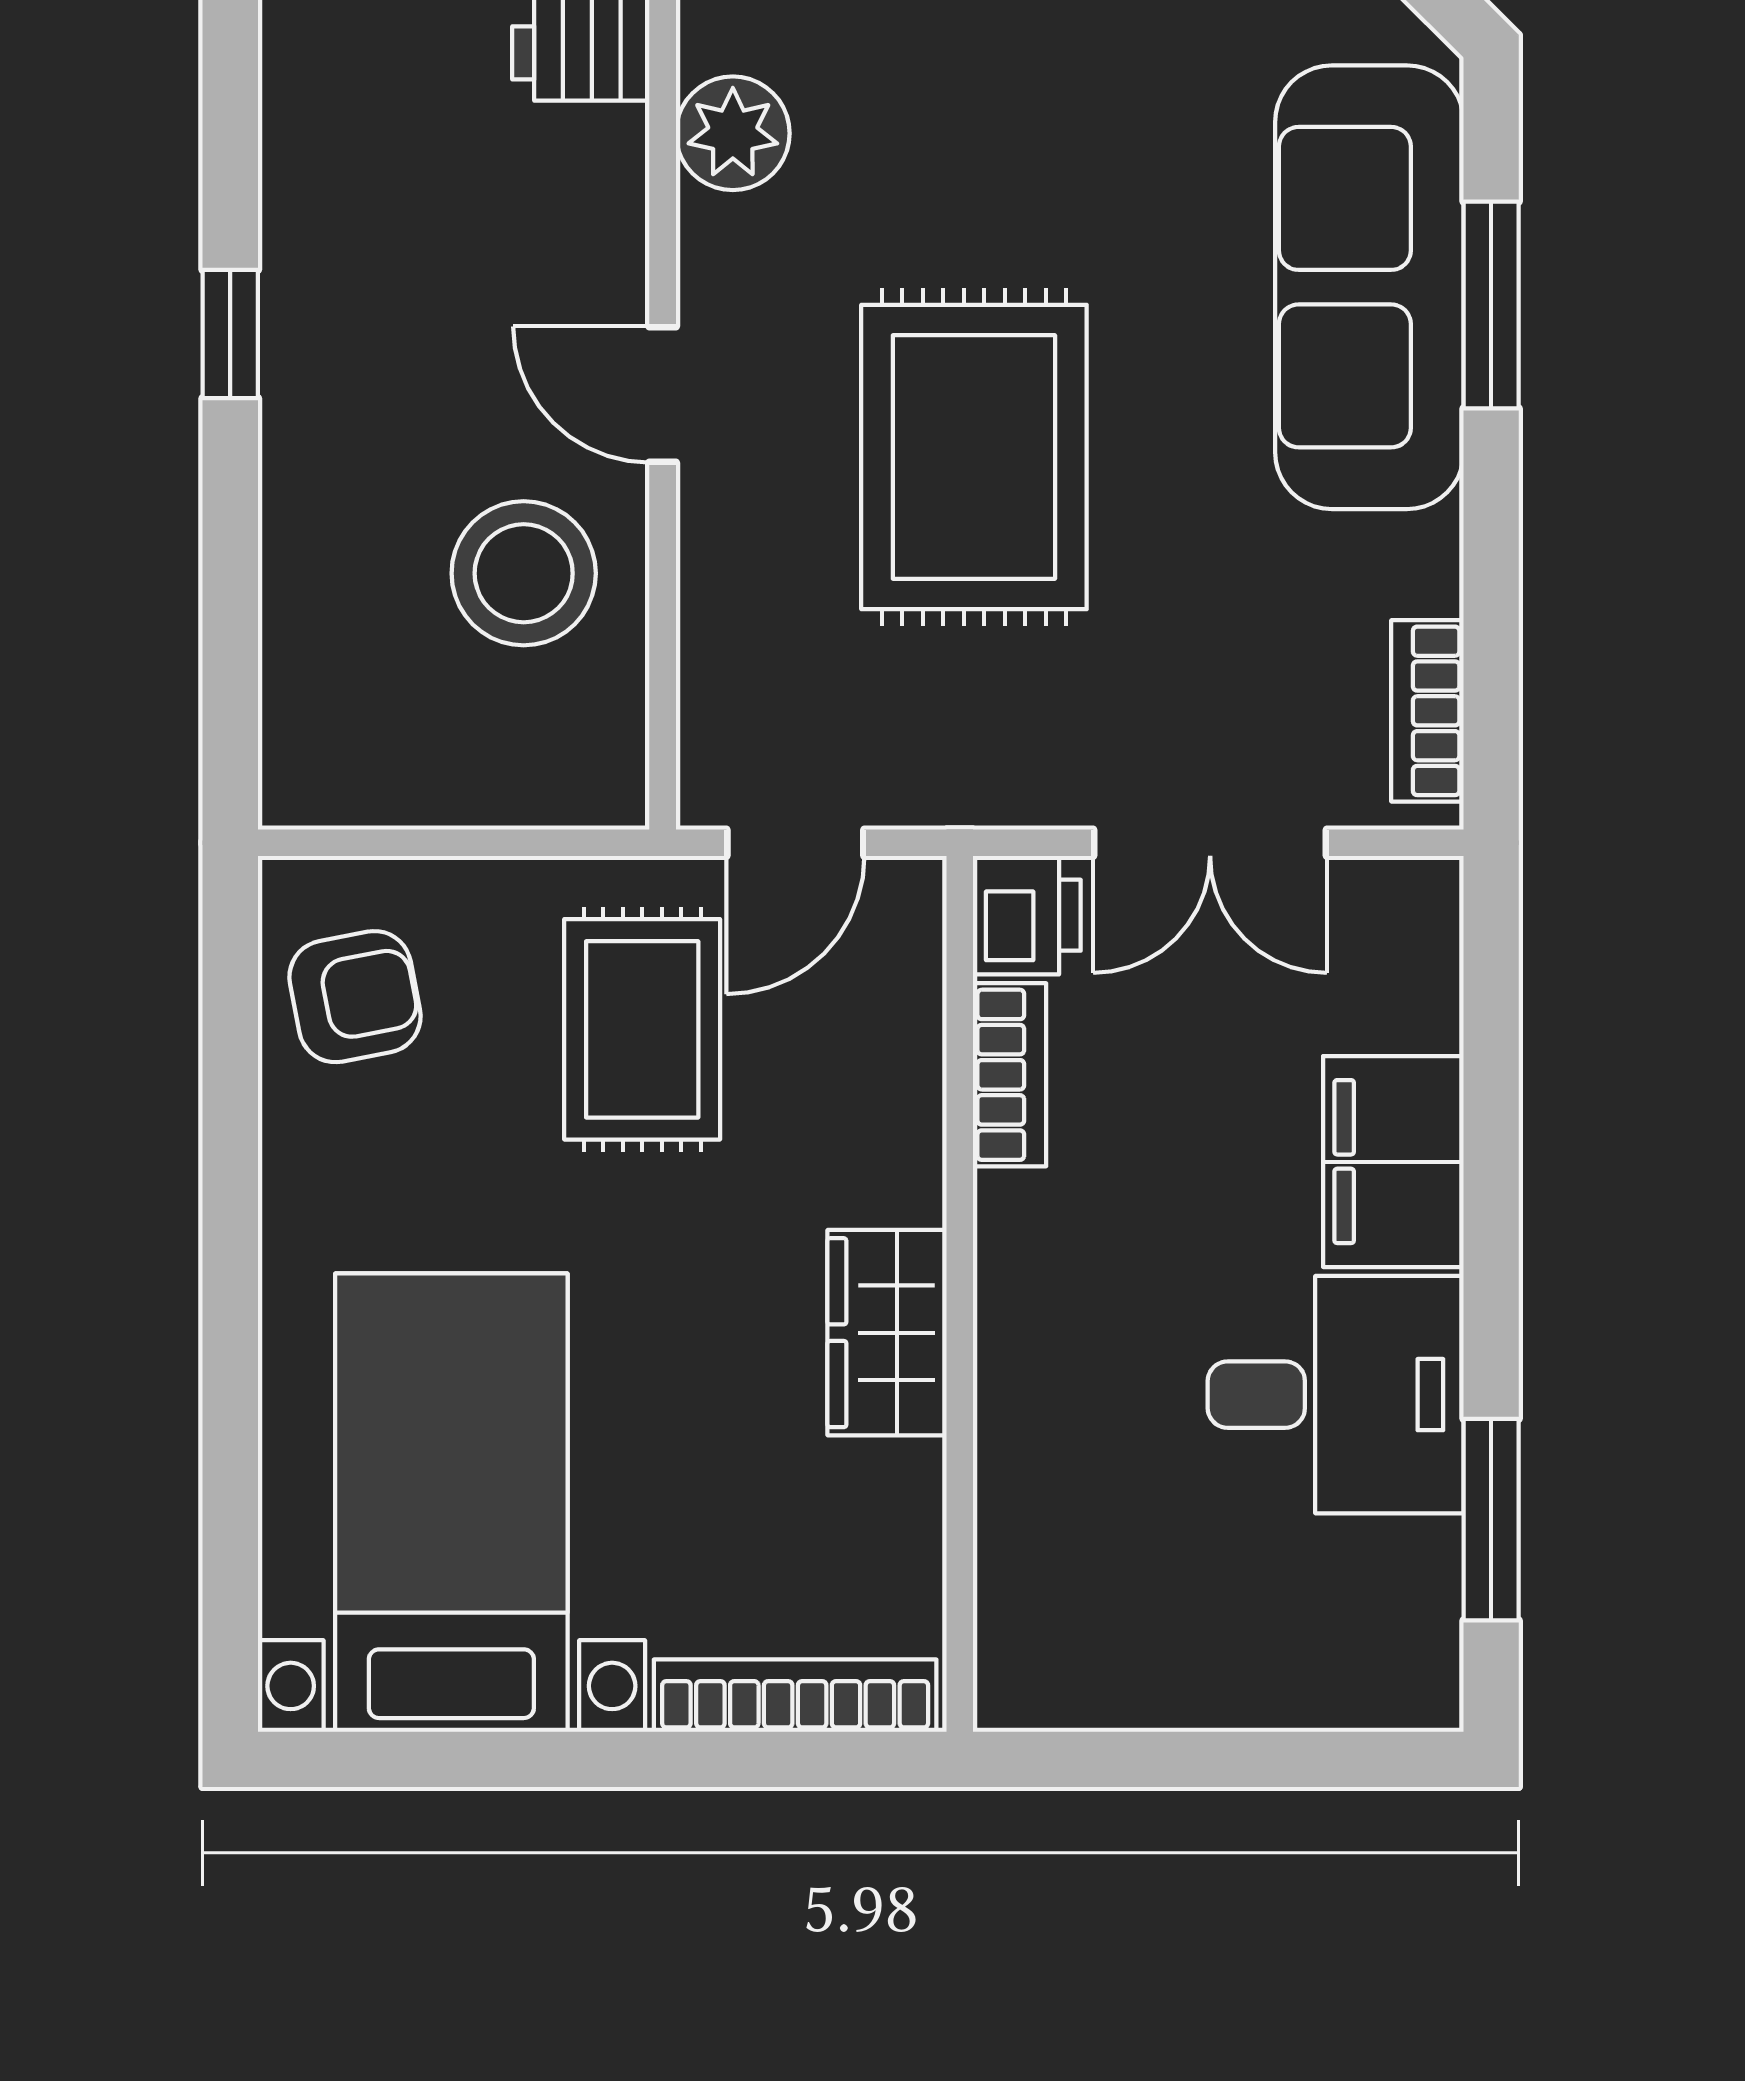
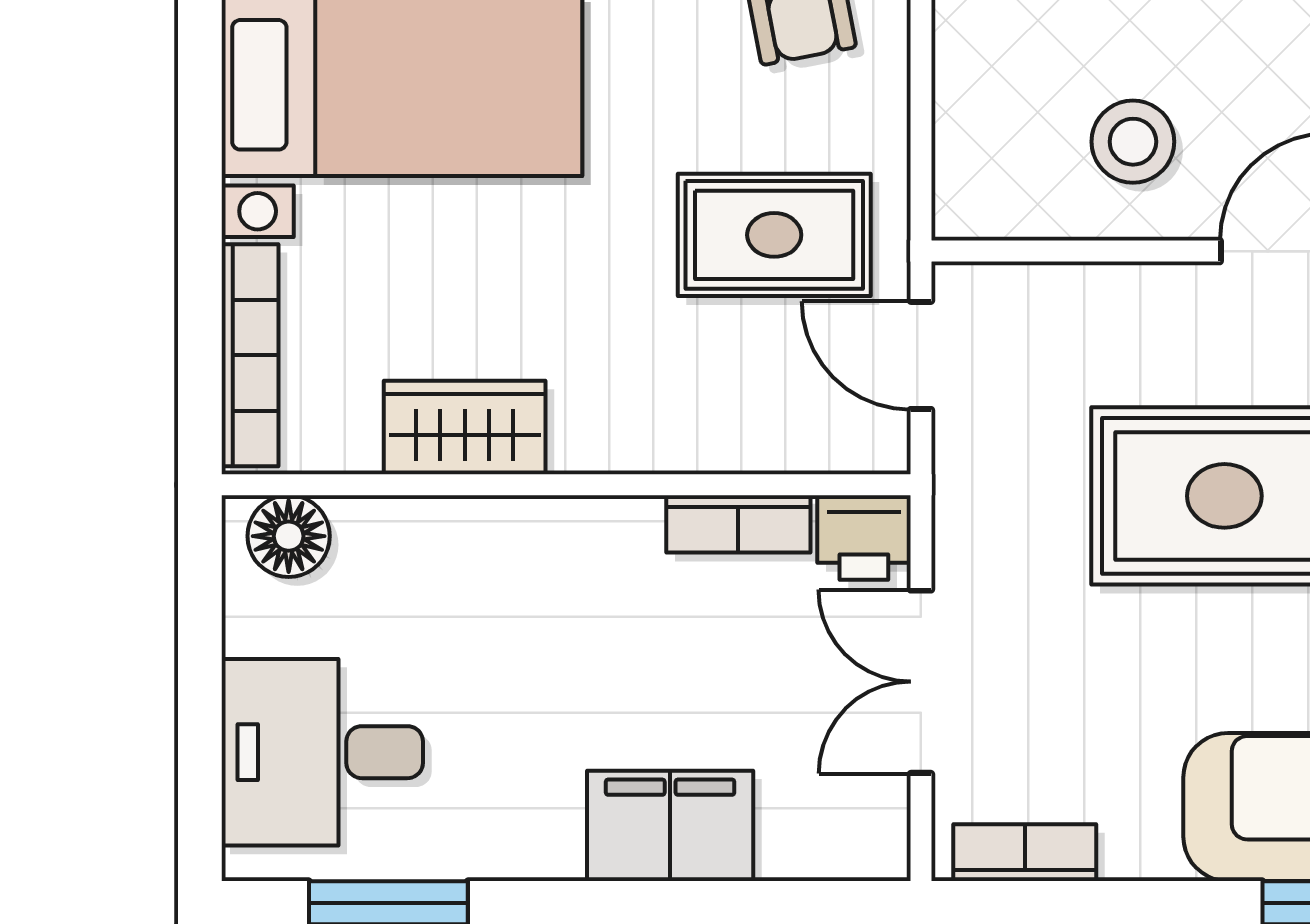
stool: (524, 573) -> (1133, 142), width x0.73, depth x0.73
wardrobe: (887, 1333) -> (465, 427), moved
desk: (1336, 1395) -> (322, 752), moved, turned 90
floor lamp: (1025, 1646) -> (289, 536), added

